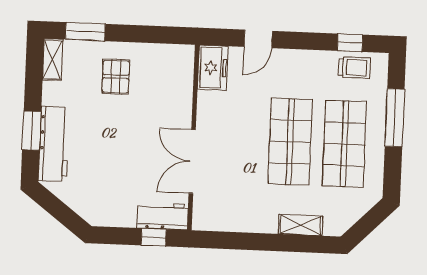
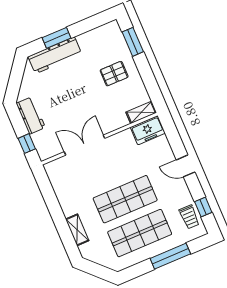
door: (258, 39) -> (186, 166), moved
shelving: (53, 60) -> (141, 112), moved
workbench: (163, 216) -> (31, 115), moved

